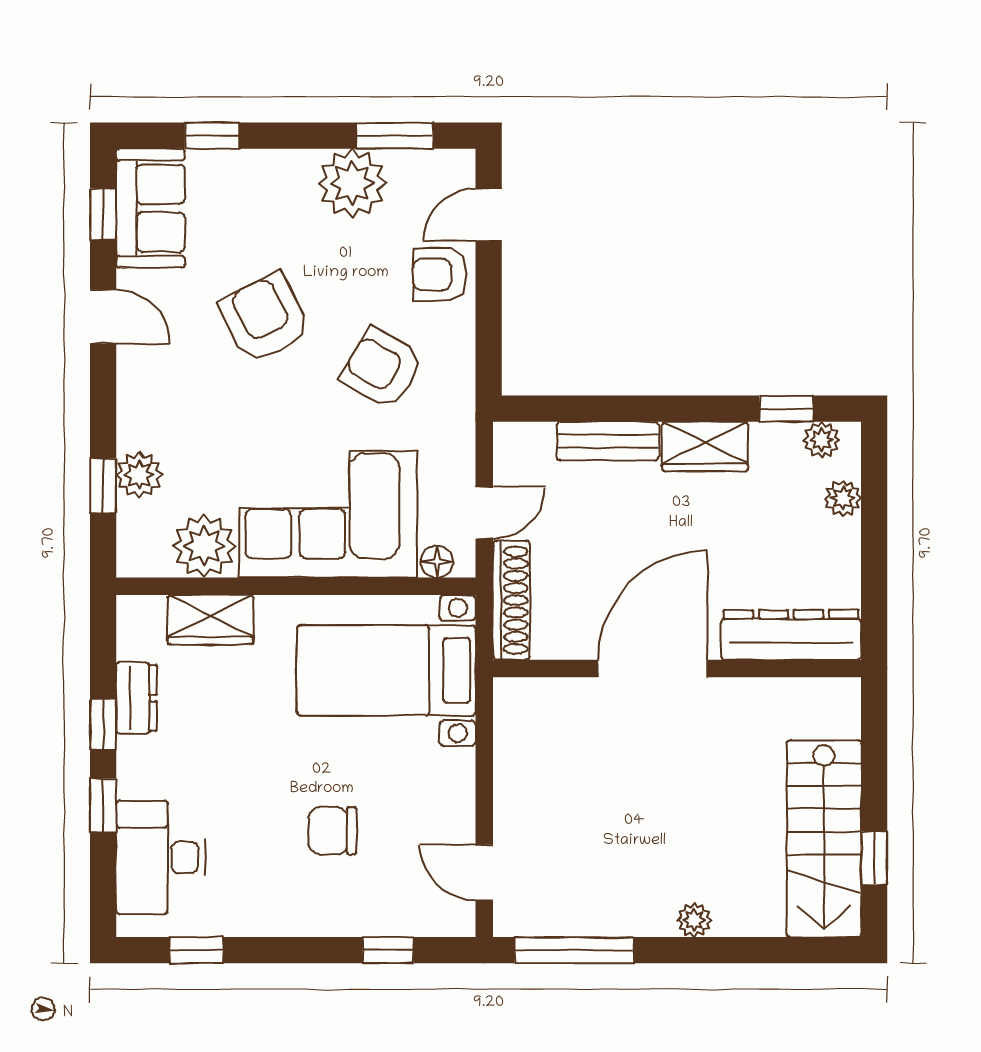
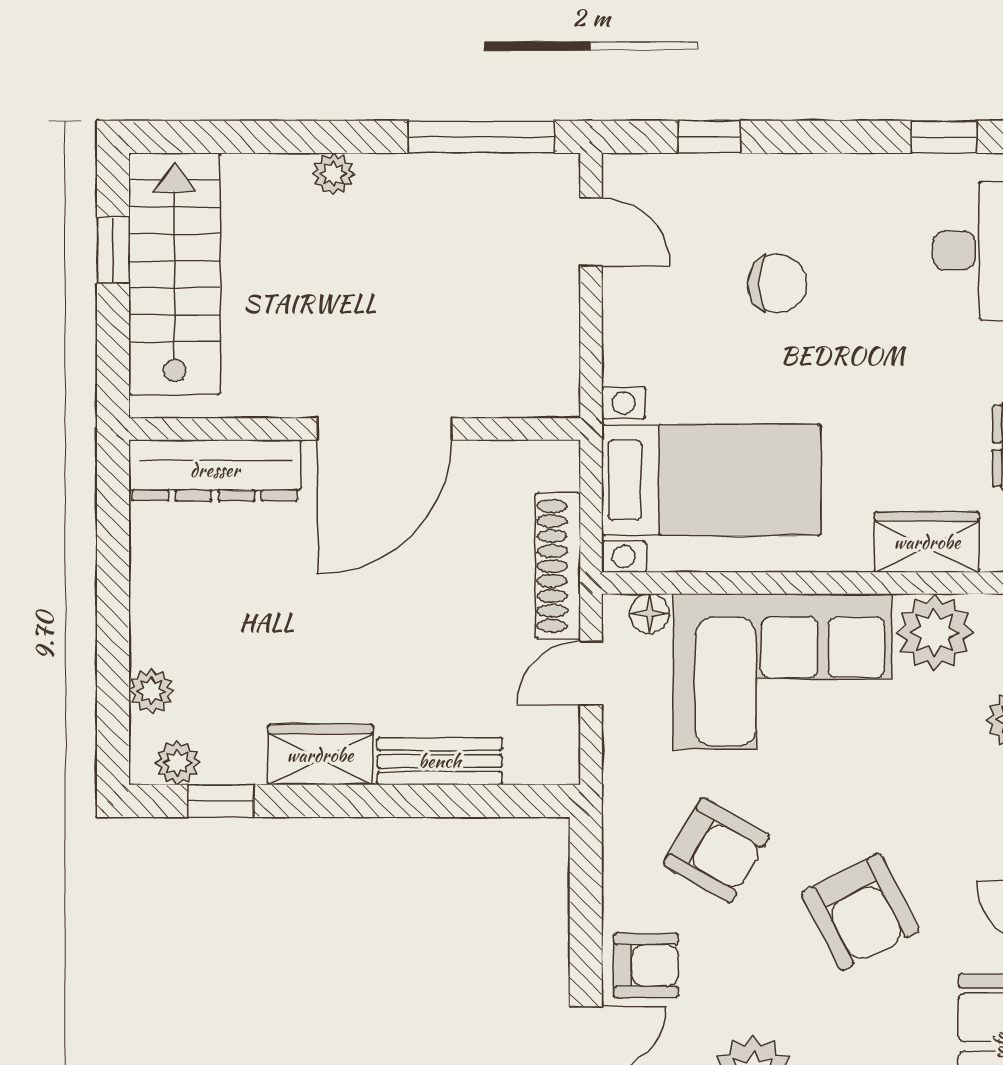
dresser: (791, 635) -> (215, 470), moved
door: (653, 669) -> (385, 429), moved
wall: (677, 669) -> (355, 429), moved

